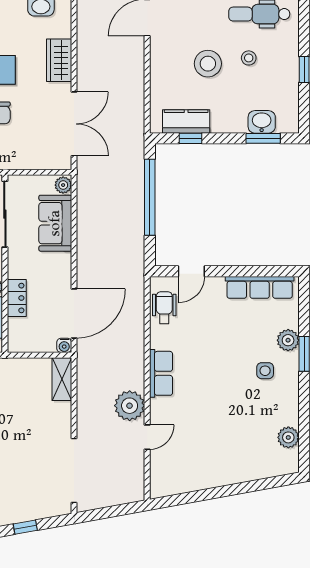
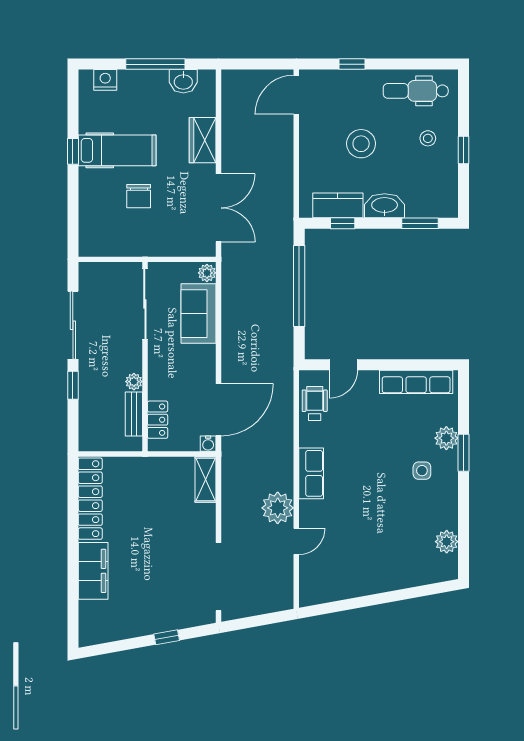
stool: (249, 58) -> (428, 138), moved
washbasin: (262, 122) -> (385, 206), moved, width x1.38
locker: (17, 298) -> (158, 420), moved

